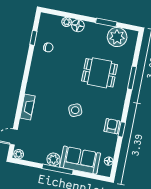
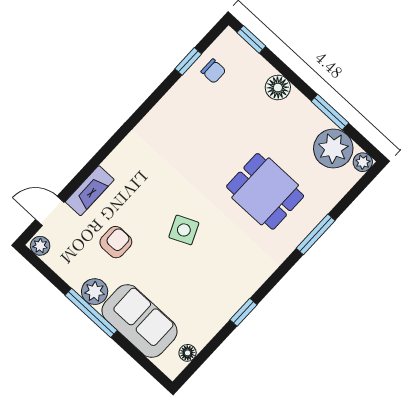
window: (54, 12) -> (251, 39), added
plant: (67, 22) -> (363, 162), moved
chair: (48, 47) -> (213, 71), moved
fireplace: (27, 107) -> (90, 191), moved
armchair: (112, 126) -> (116, 242), moved

